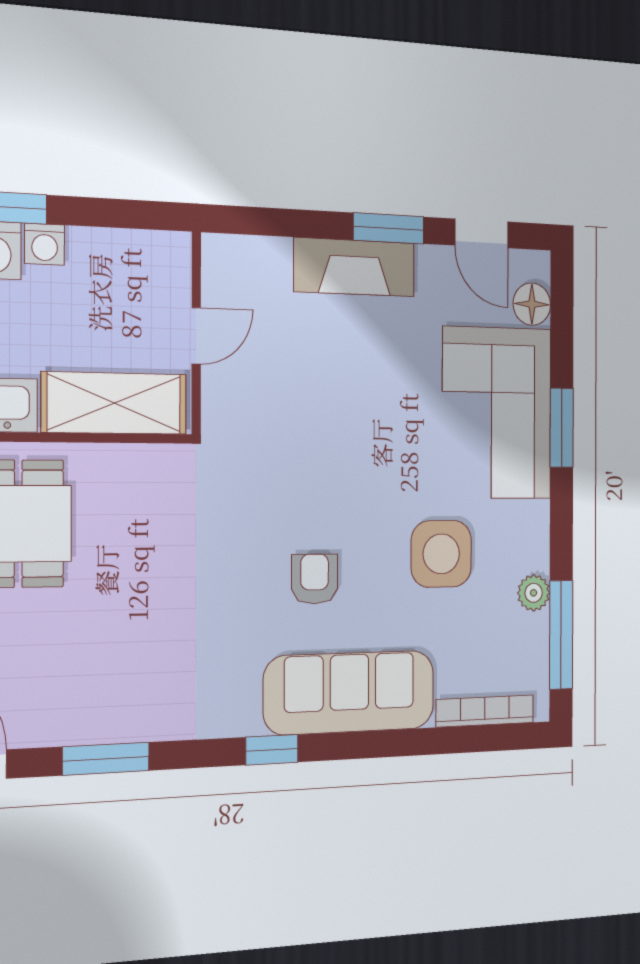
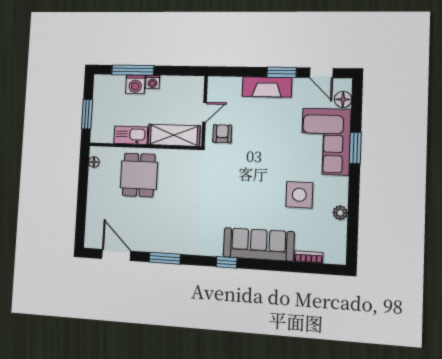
armchair: (315, 579) -> (222, 134), moved
window: (561, 635) -> (353, 231), removed
bookcase: (485, 711) -> (309, 257), width x0.64

